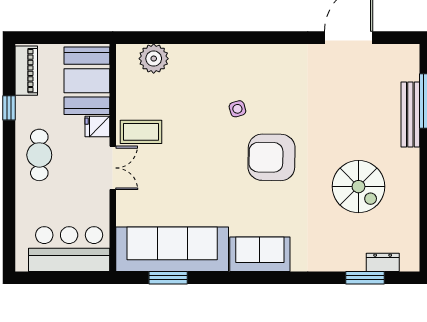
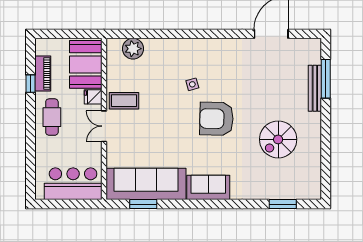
piano: (26, 71) -> (43, 73), moved
double door: (113, 168) -> (104, 126), swing flipped
spiral stairs: (358, 187) -> (278, 139), turned 90
dresser: (383, 262) -> (295, 193), removed

